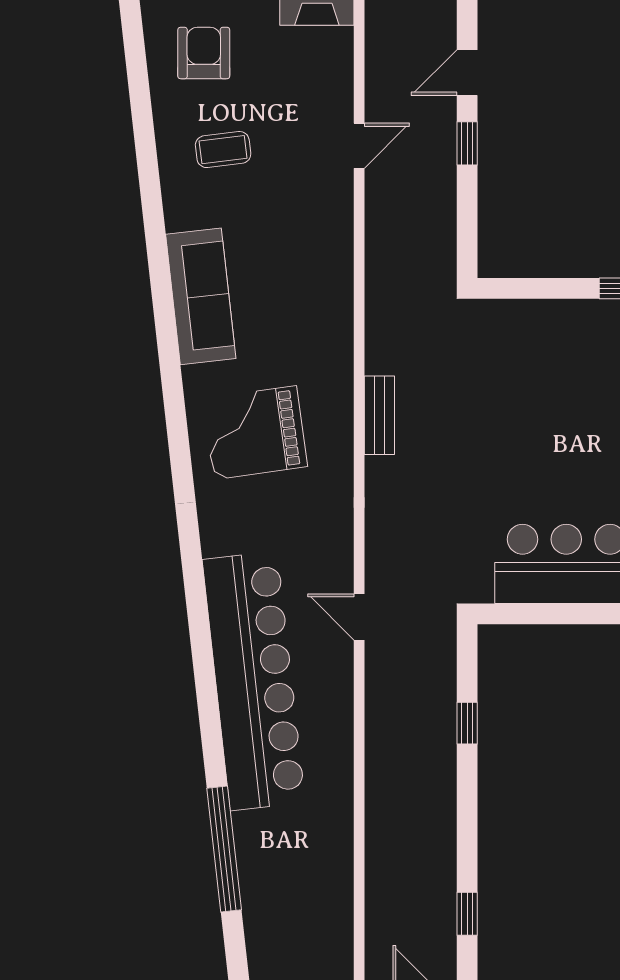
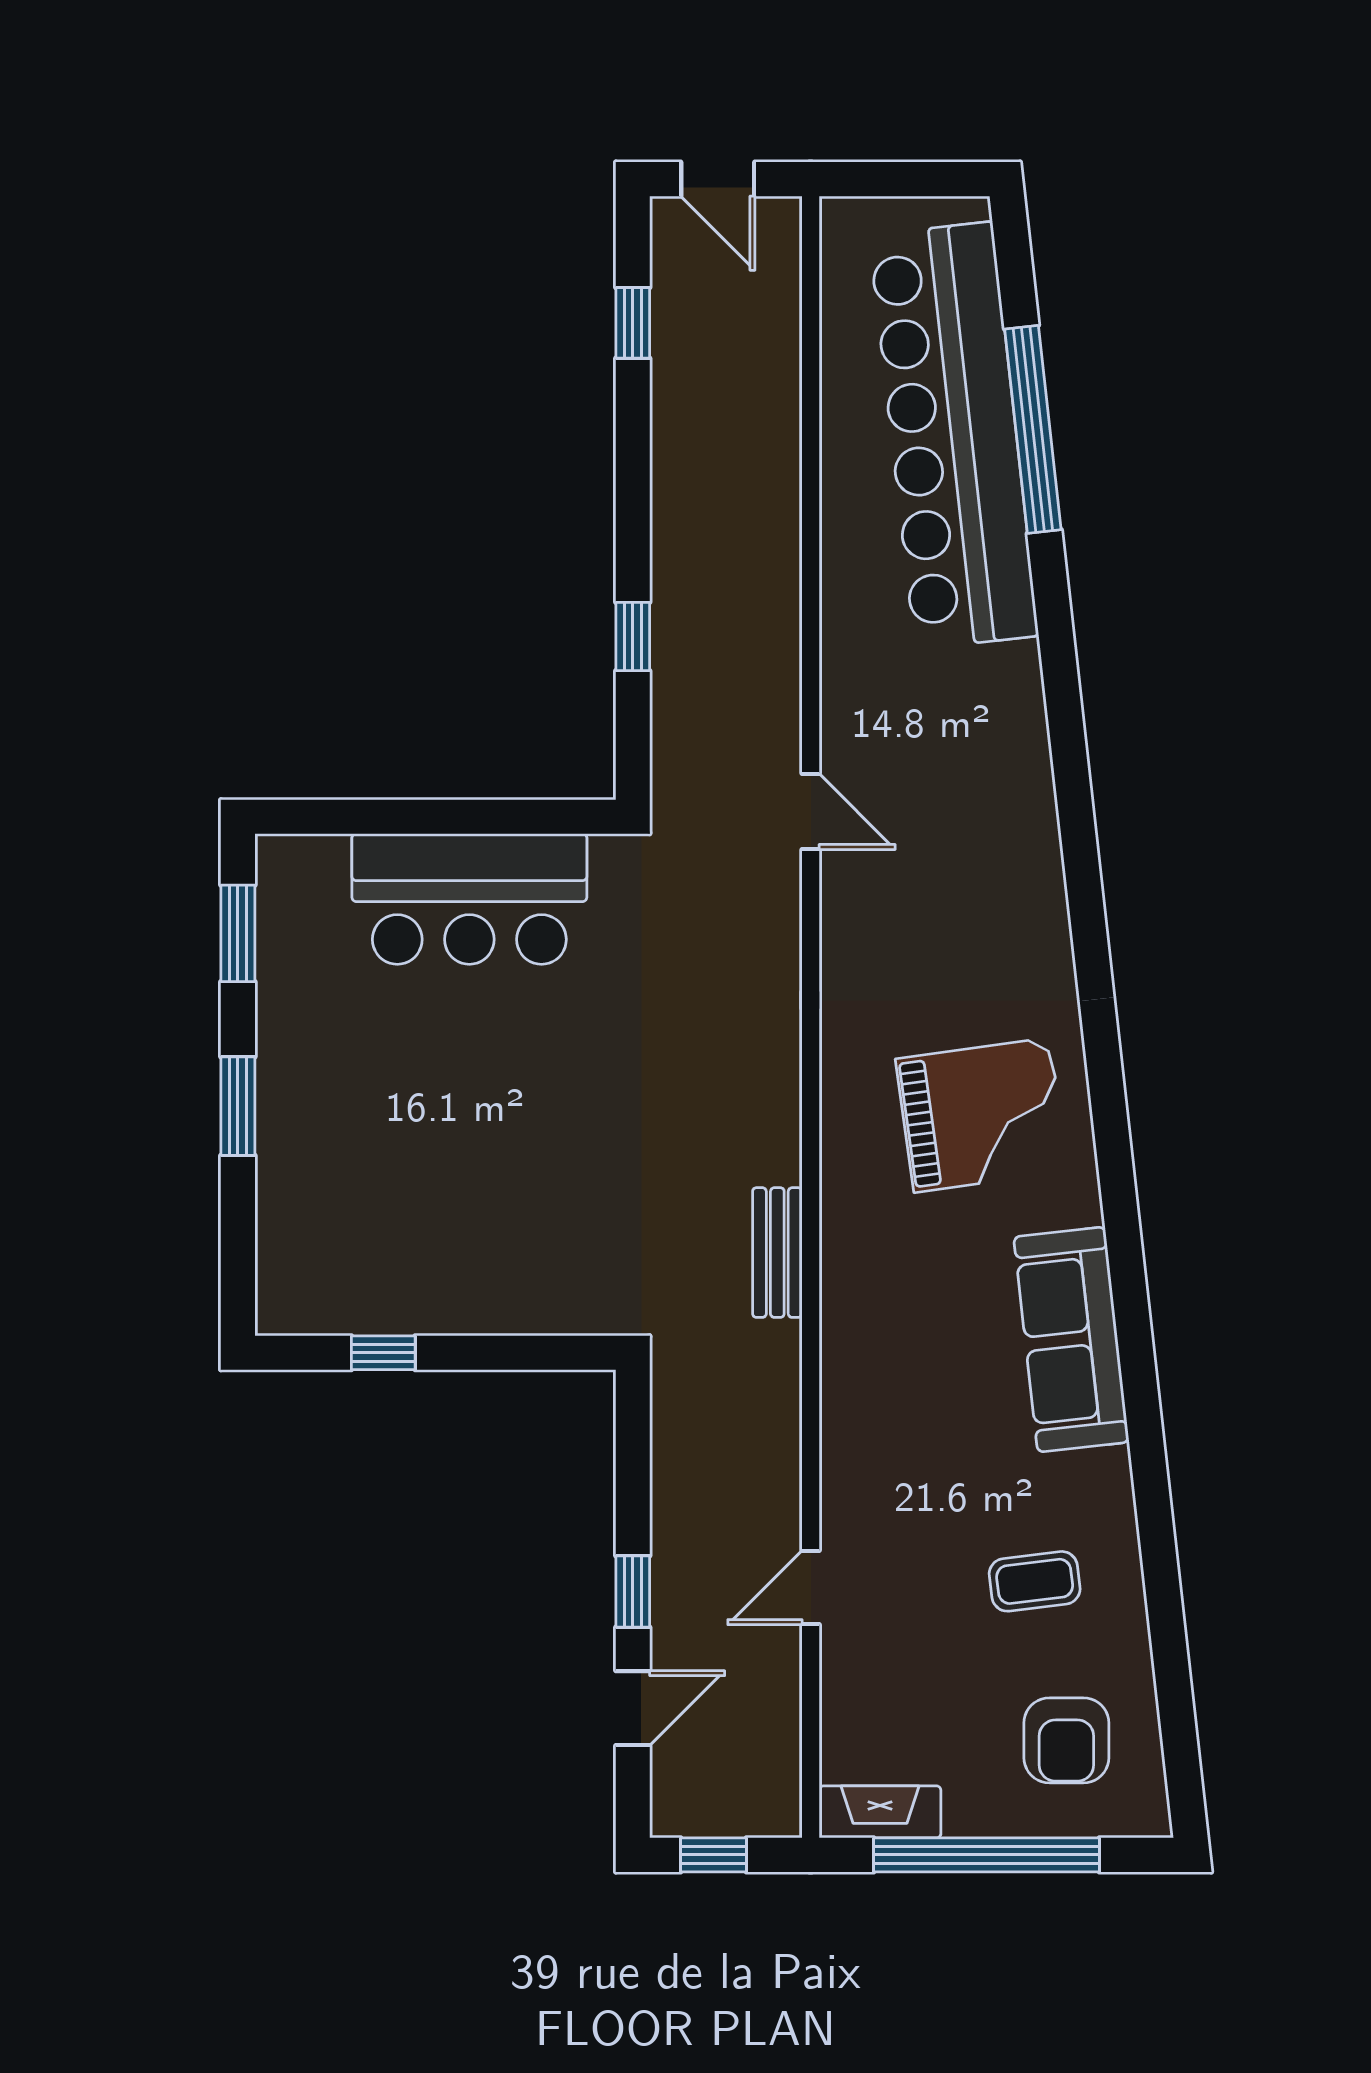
bench: (379, 415) -> (777, 1253), moved
bar counter: (254, 681) -> (954, 435), moved

